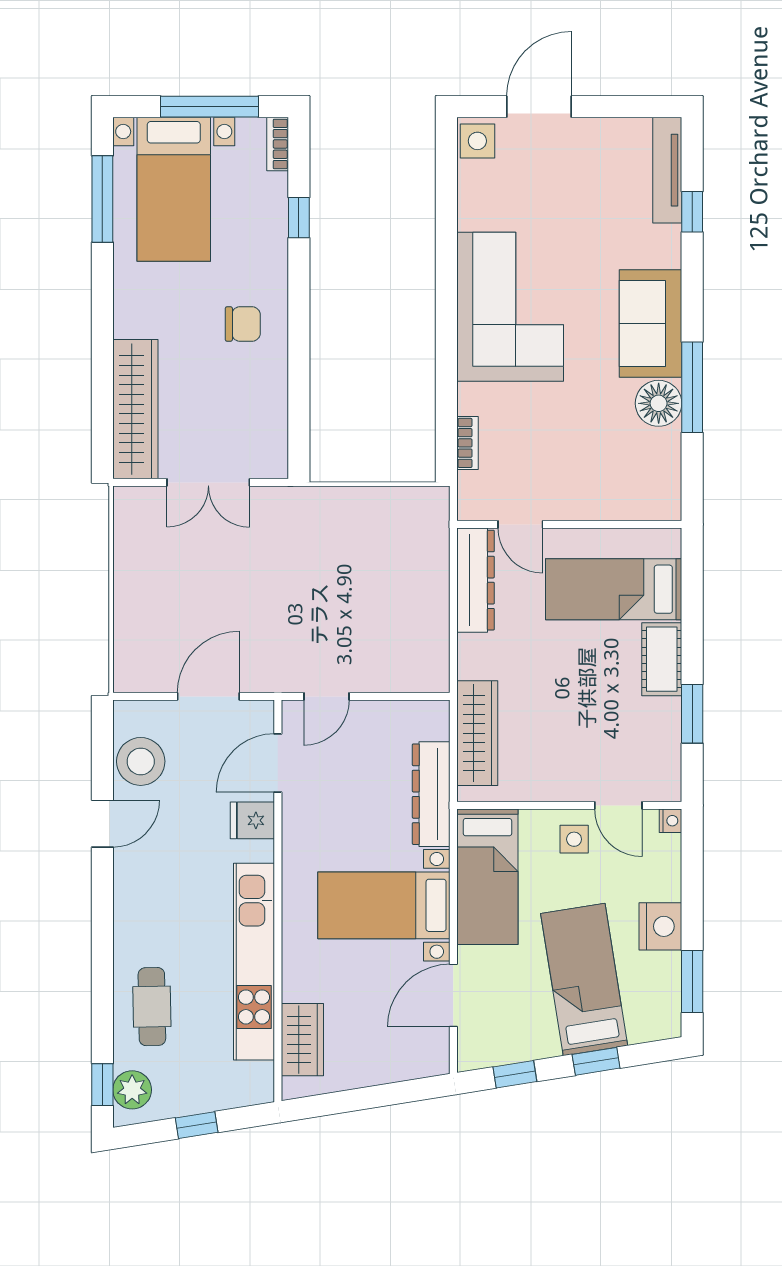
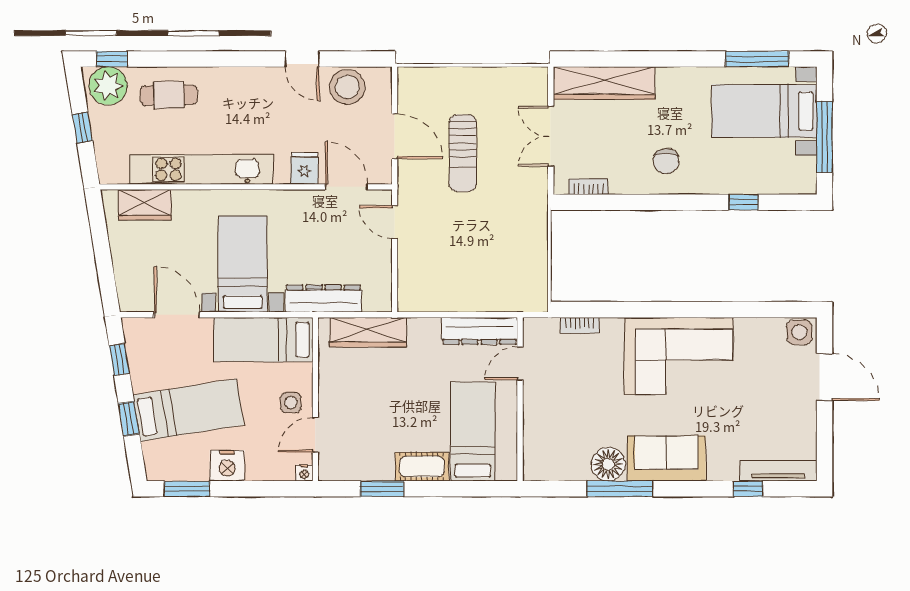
bookcase: (278, 144) -> (588, 187), moved
sun lounger: (232, 603) -> (463, 153), added
plant: (132, 1090) -> (108, 86), width x1.36, depth x1.36

